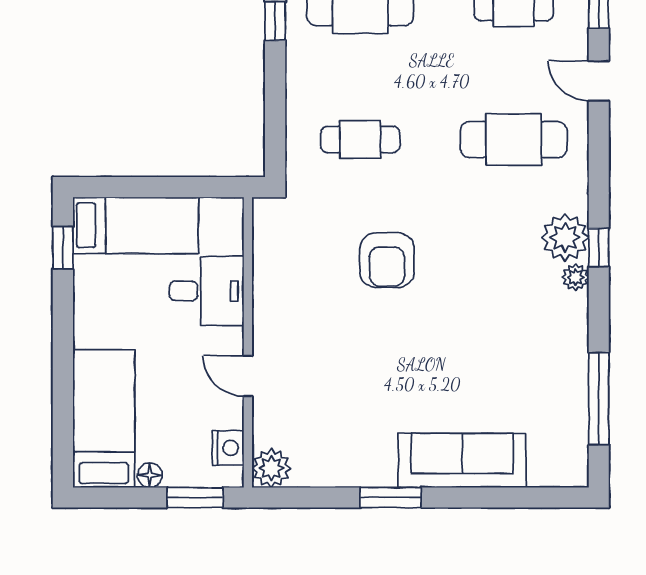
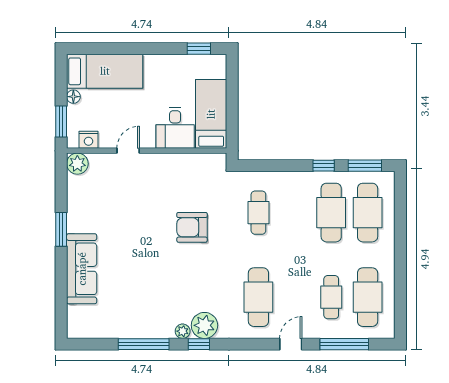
bed: (136, 225) -> (211, 114), moved, turned 180
window: (599, 399) -> (144, 344), moved

